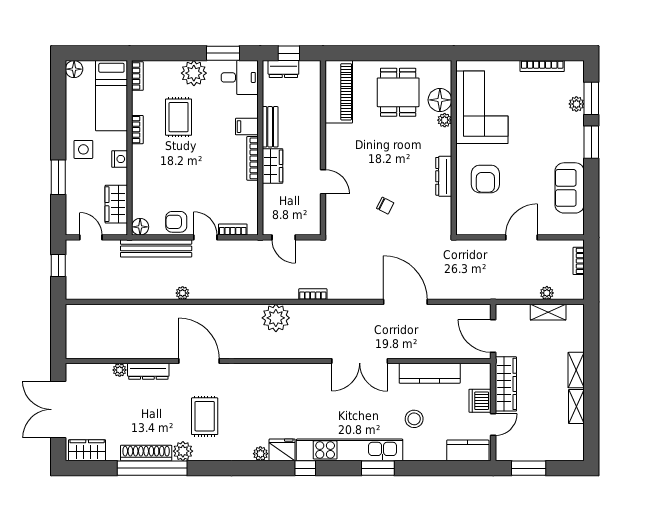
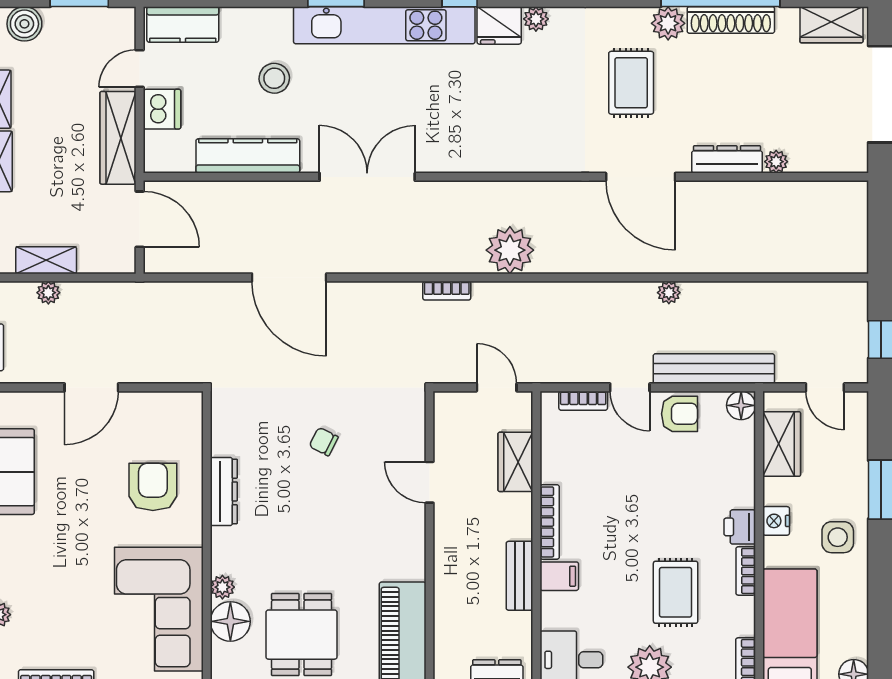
printer: (141, 155) -> (740, 527), added
wardrobe: (273, 166) -> (515, 462), moved
boiler: (561, 451) -> (24, 24), added

